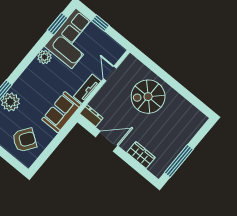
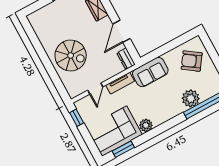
window: (100, 23) -> (77, 118), moved
door: (107, 141) -> (122, 31), hinge flipped

